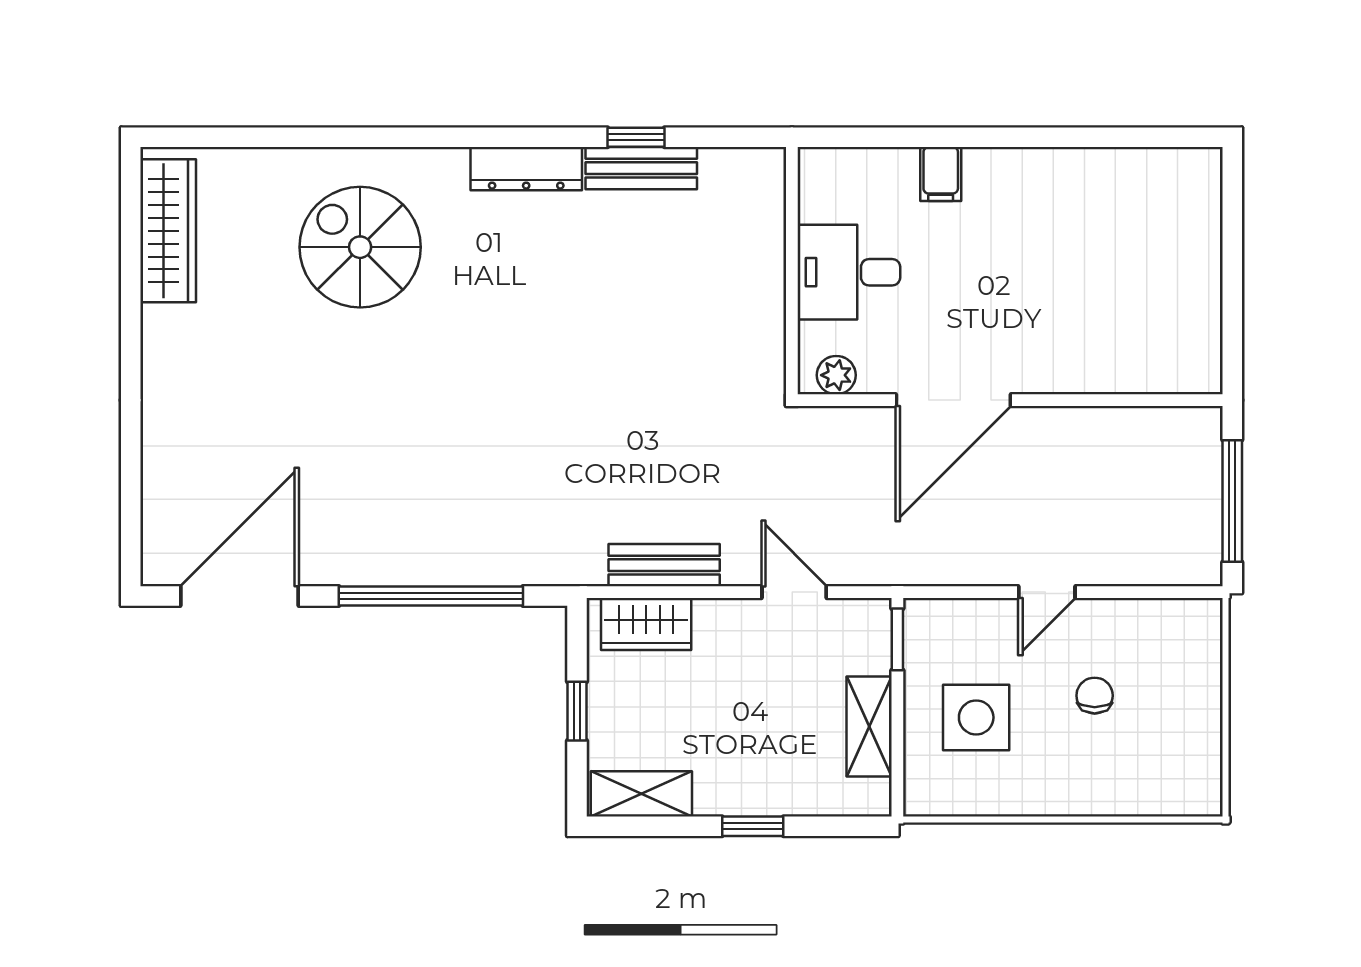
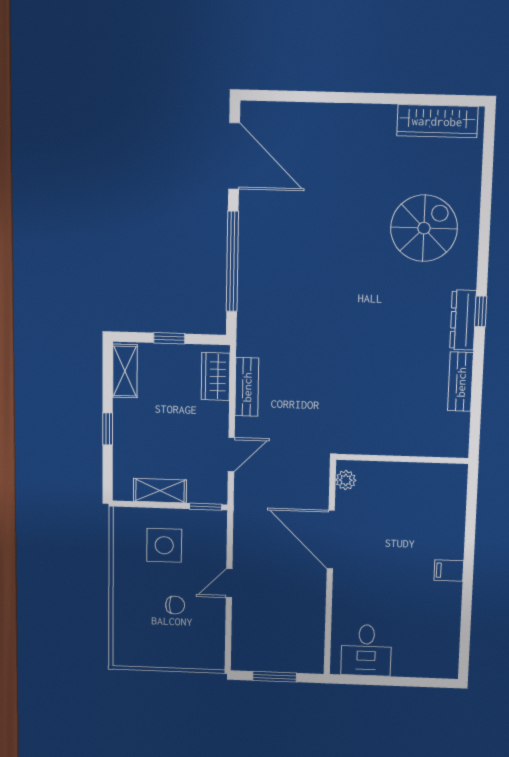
window: (636, 137) -> (481, 311), moved
filing cabinet: (941, 174) -> (449, 571), moved
desk: (849, 272) -> (366, 650), moved, turned 180
window: (1232, 501) -> (275, 677), width x0.69
door: (1047, 592) -> (229, 583), hinge flipped

